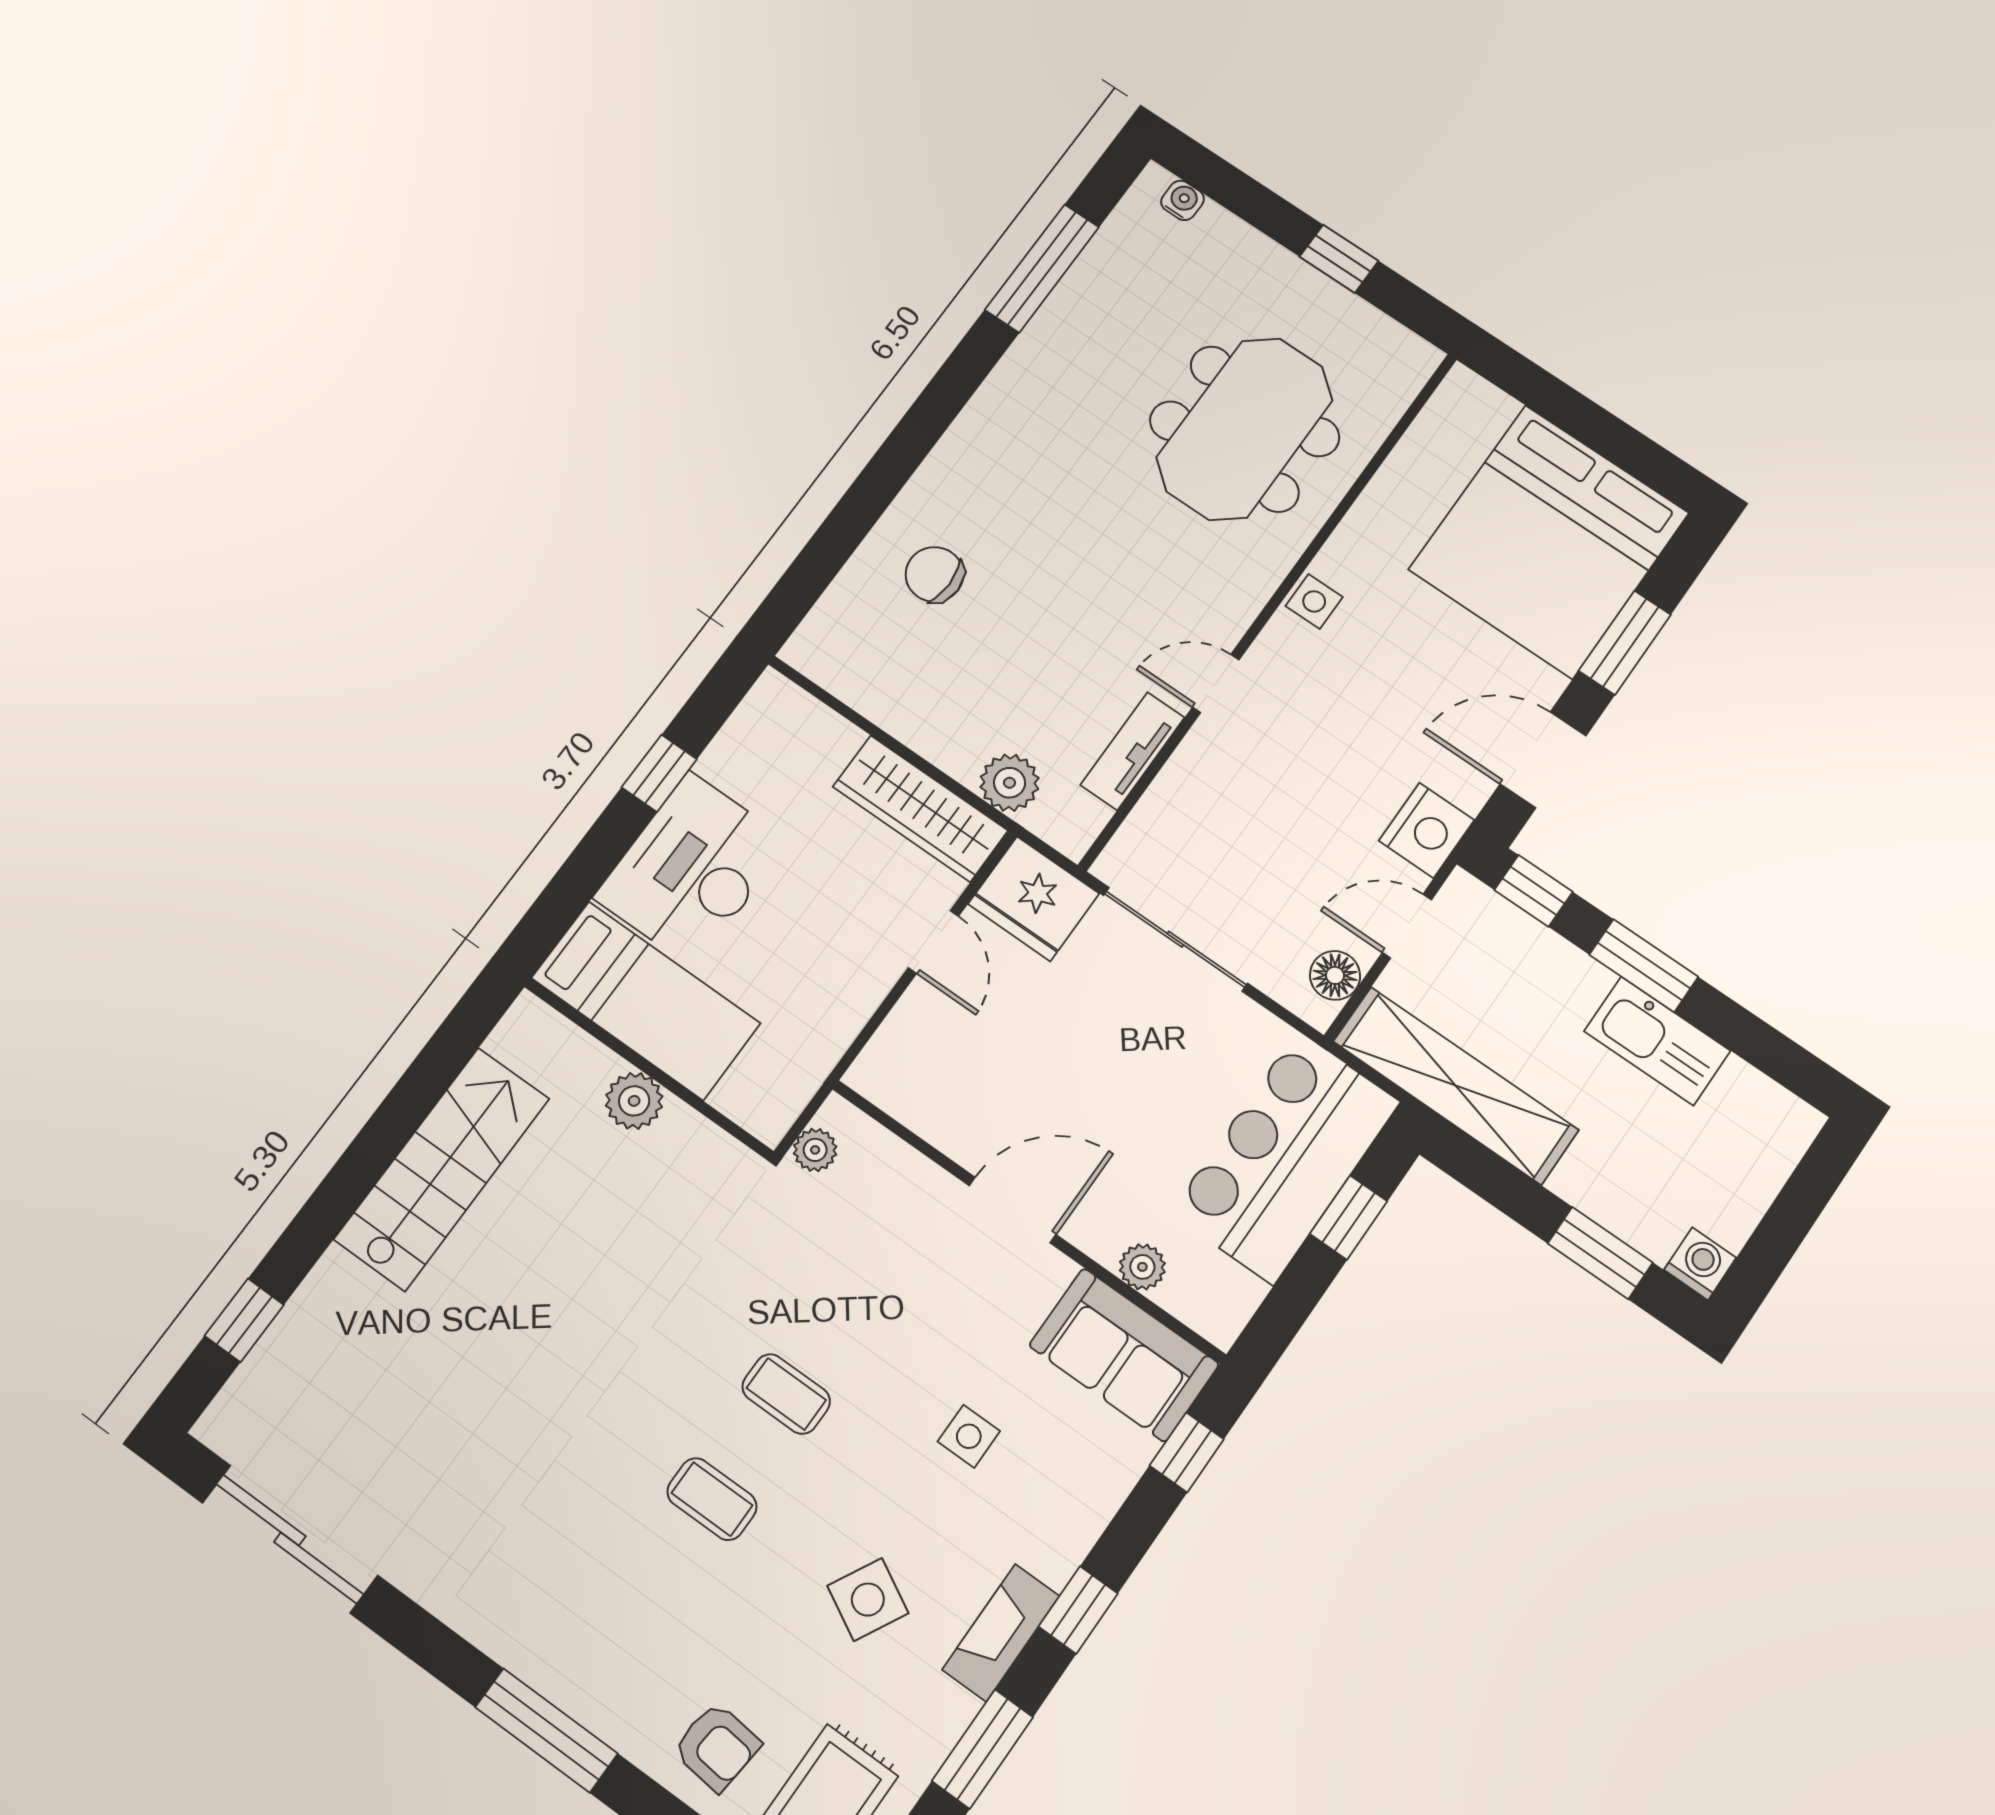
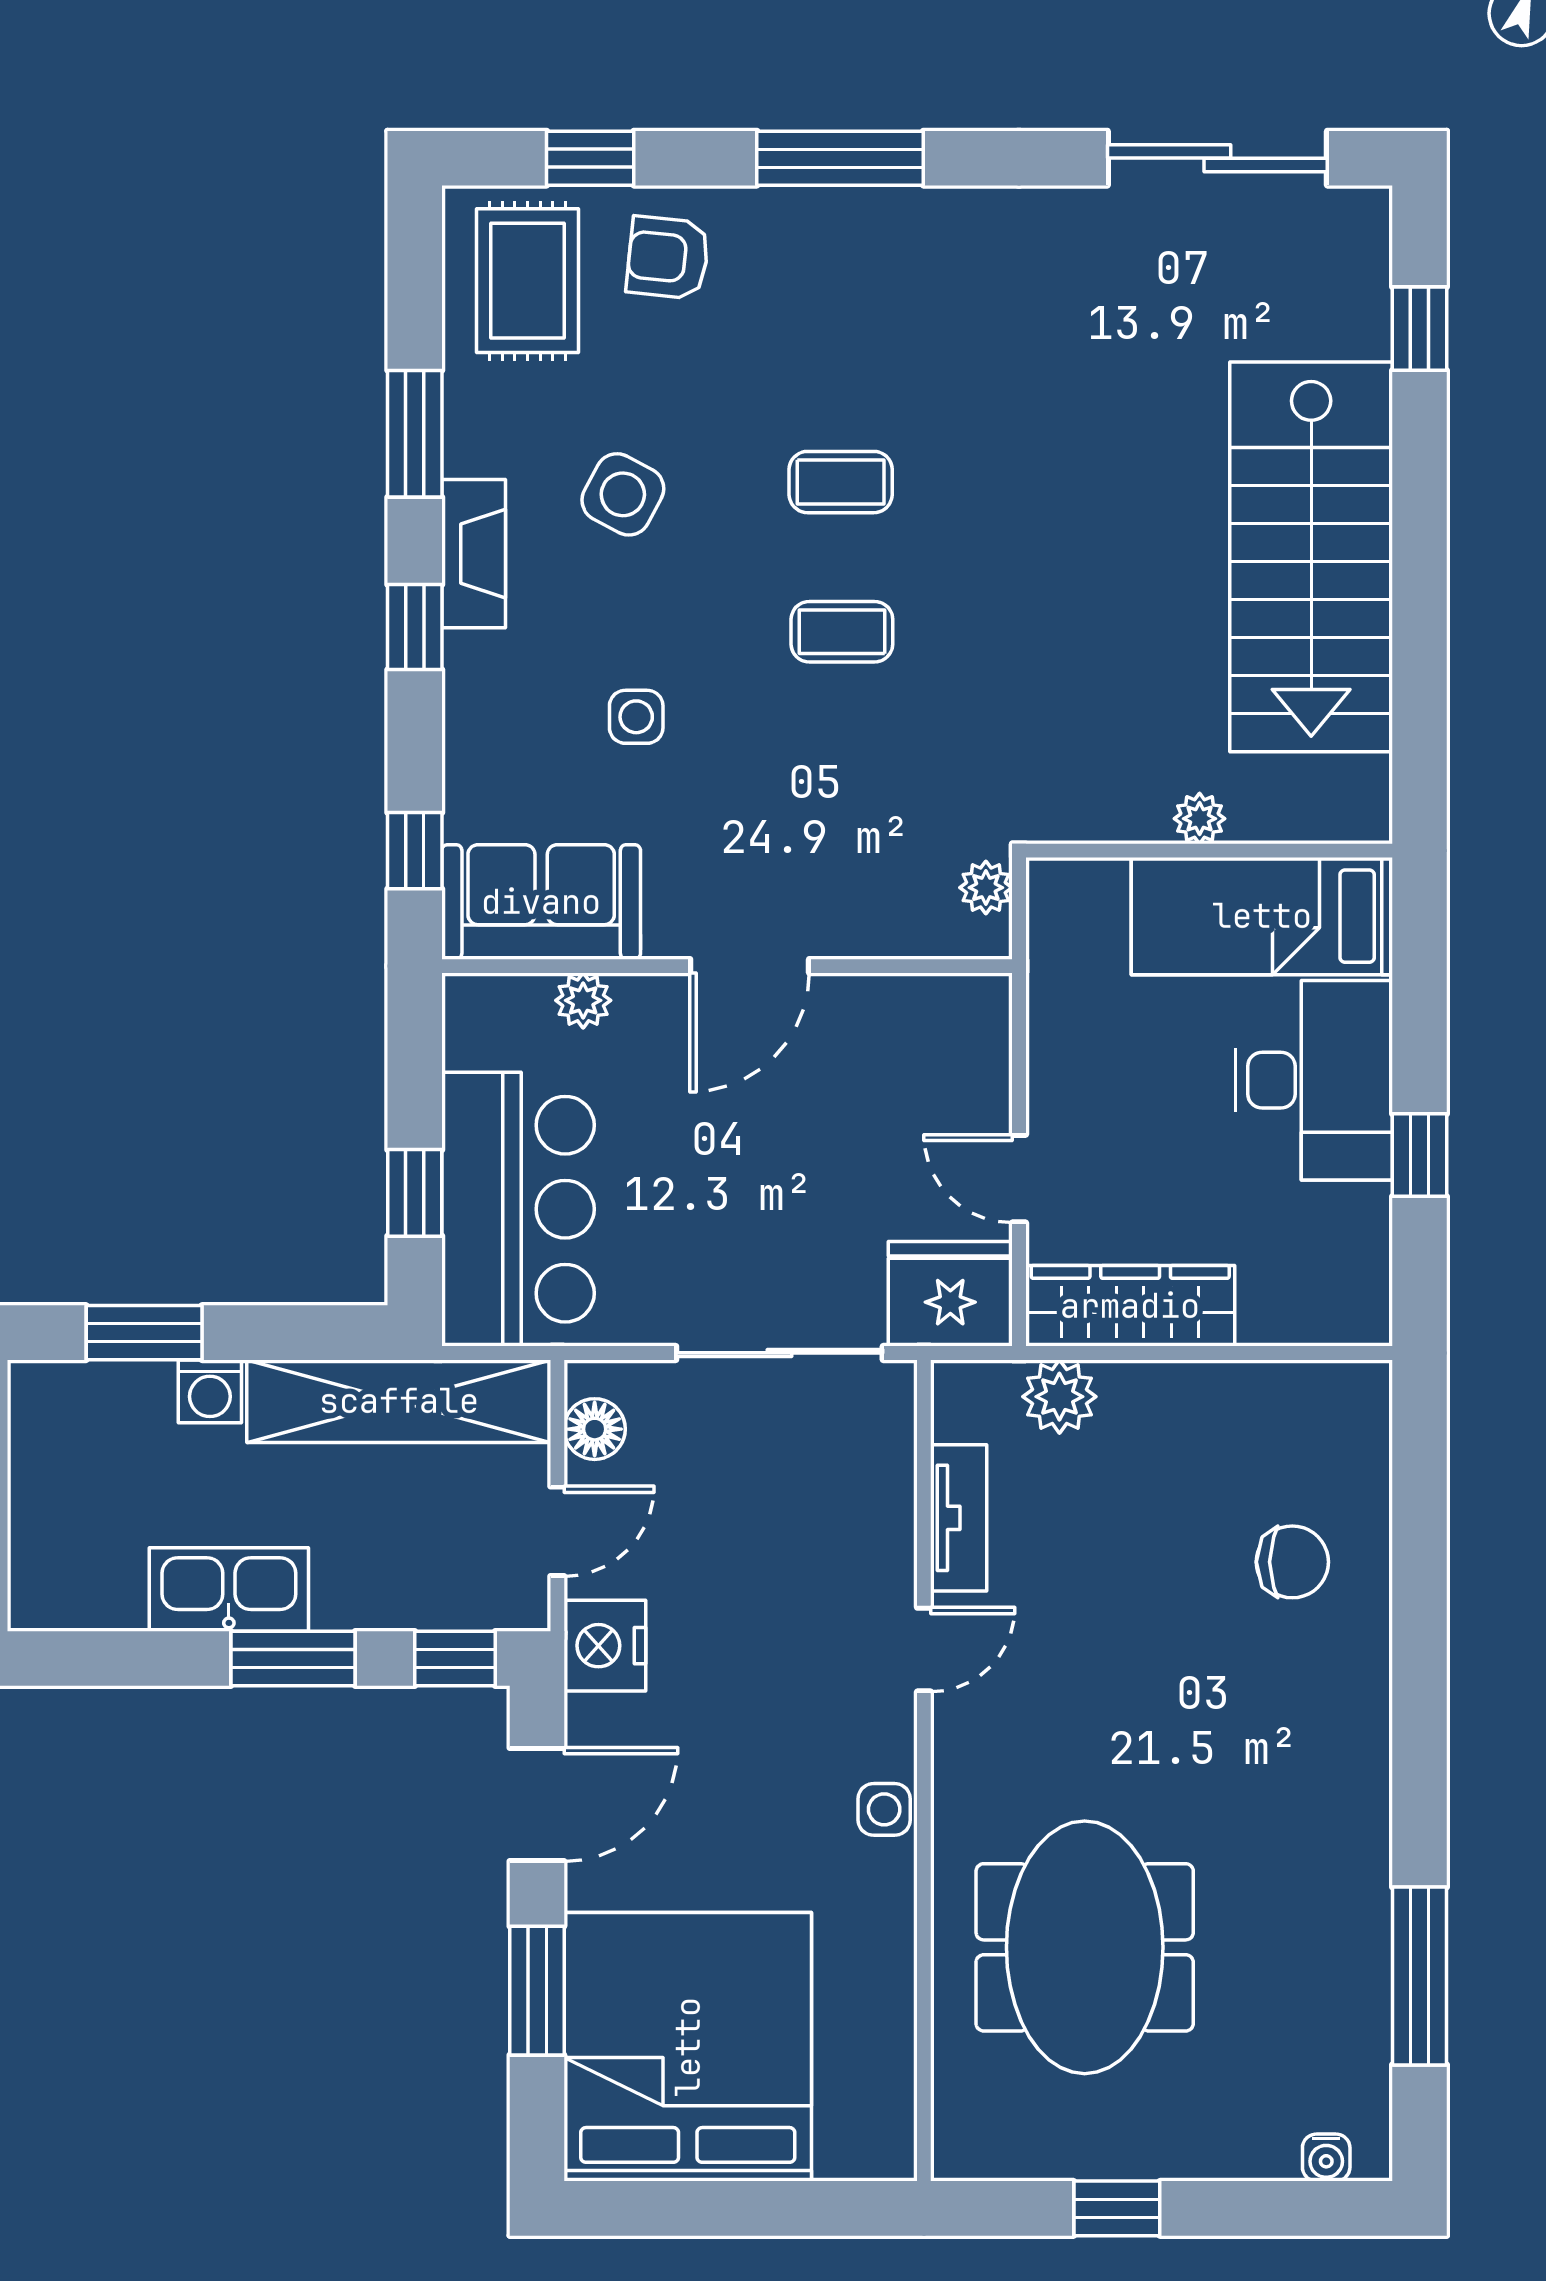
plant: (634, 1101) -> (1200, 819), width x0.73, depth x0.73
stairs: (442, 1169) -> (1311, 557), width x1.36, depth x1.51
washing machine: (1700, 1264) -> (210, 1391), moved

